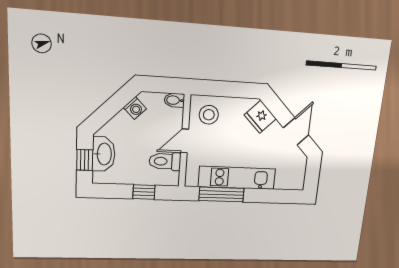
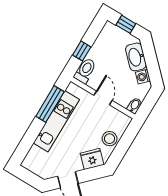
stool: (209, 115) -> (110, 139), moved
washbasin: (104, 154) -> (136, 57), moved, turned 45
toilet: (165, 161) -> (85, 71), moved

